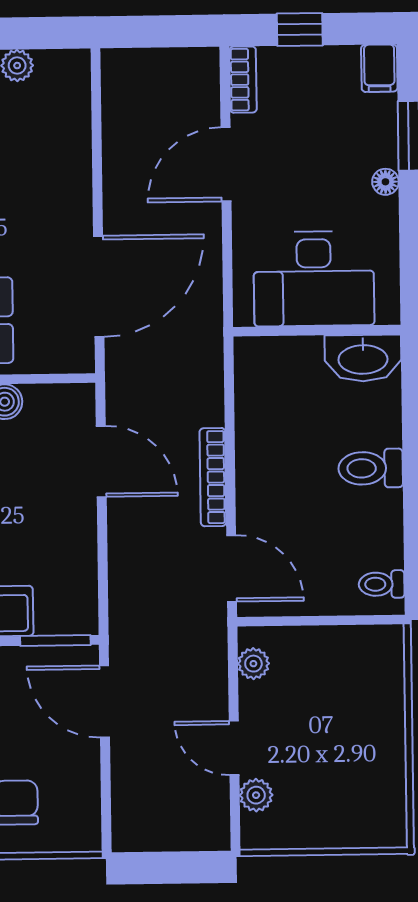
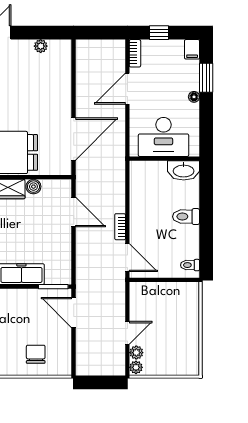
bookcase: (213, 477) -> (120, 227), width x0.64
plant: (253, 664) -> (136, 367), moved
door: (234, 748) -> (127, 333), swing flipped

